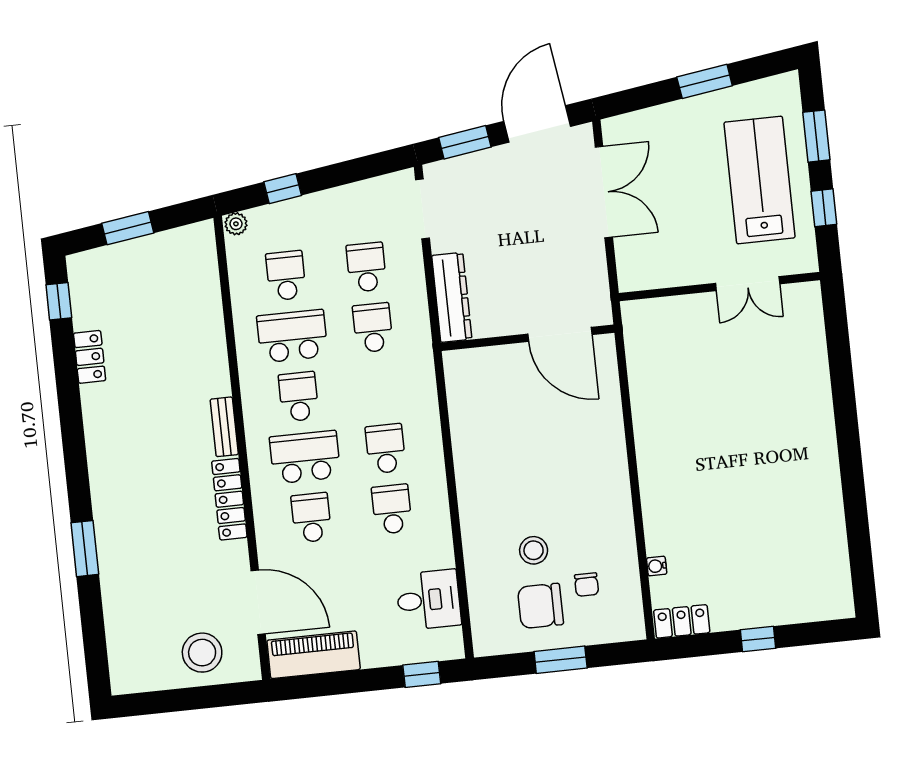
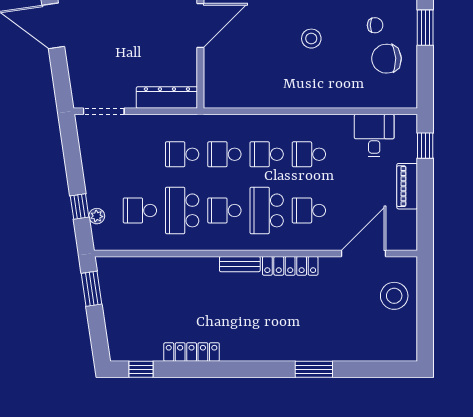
window: (465, 142) -> (61, 77), removed
plant: (236, 224) -> (97, 216), moved
window: (128, 228) -> (92, 289), moved
school desk: (366, 267) -> (224, 154), moved
locker: (90, 357) -> (192, 352), width x1.53
stool: (534, 550) -> (311, 39), moved
chair: (540, 606) -> (386, 59), turned 87
piano: (314, 655) -> (407, 186), moved, width x0.73, depth x0.75
window: (561, 660) -> (425, 28), moved

